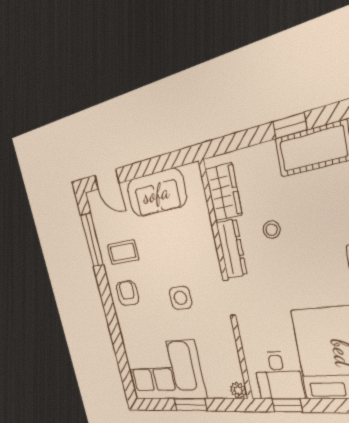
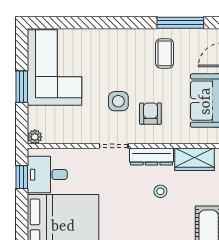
armchair: (127, 293) -> (150, 114), moved, turned -90

